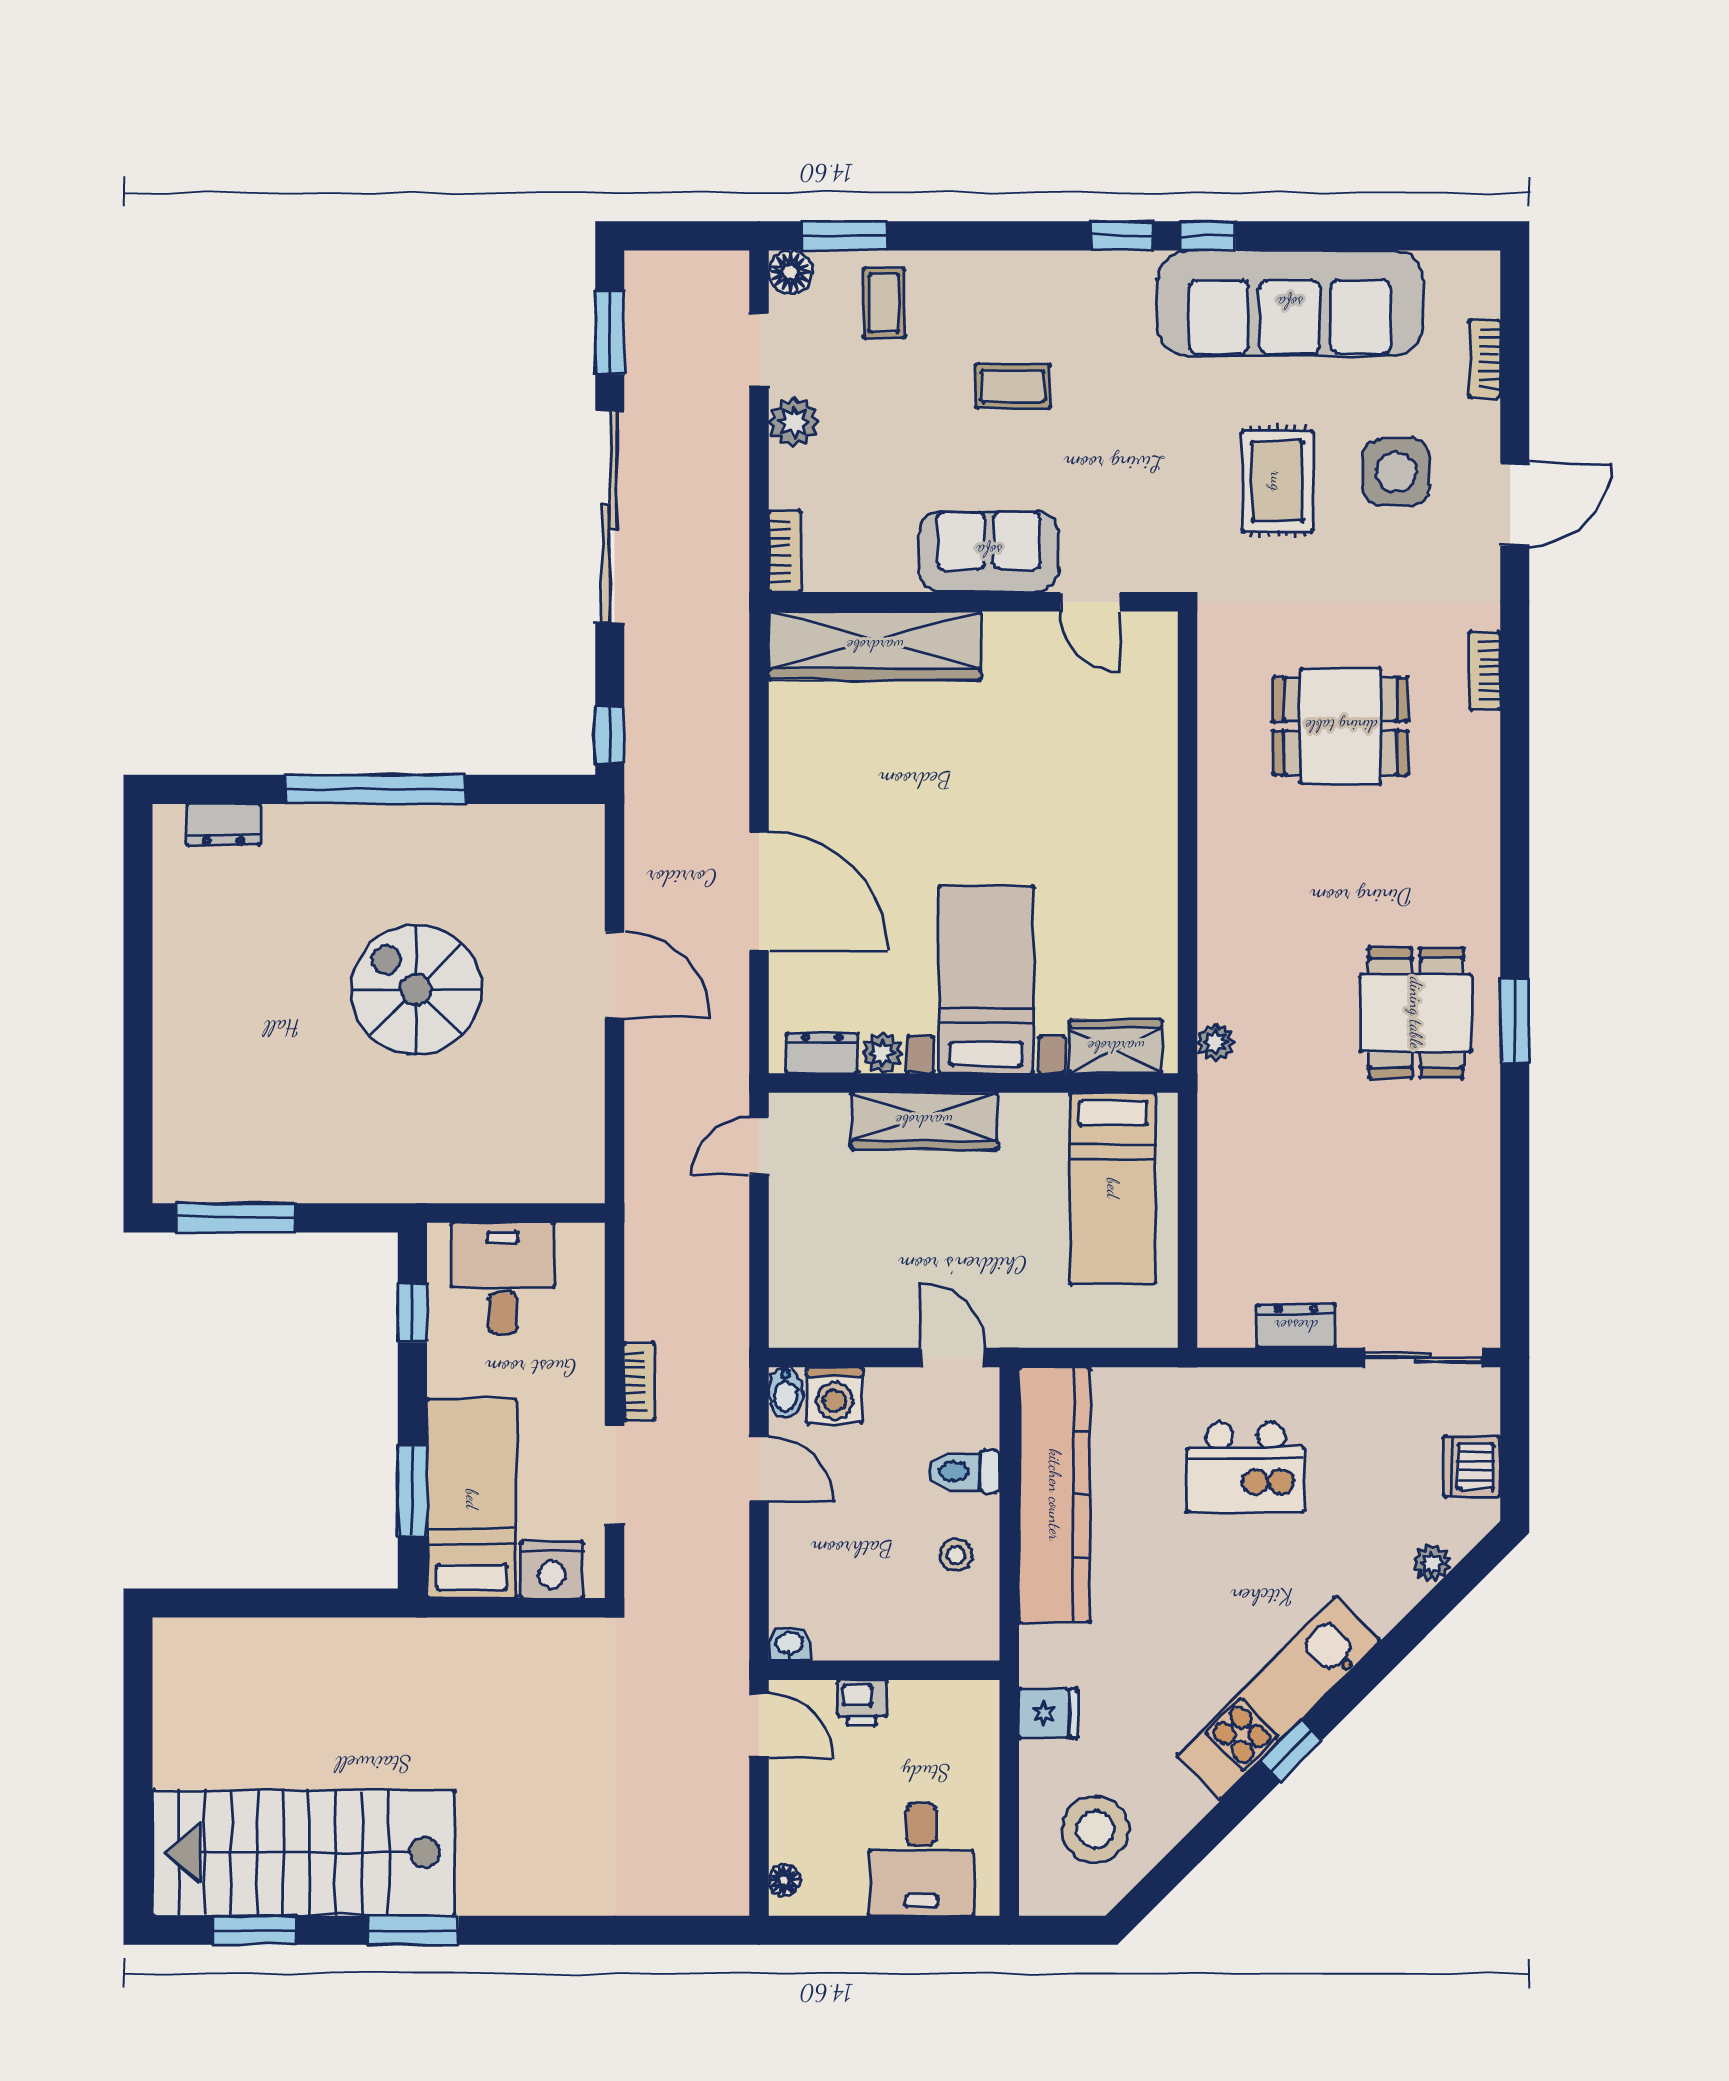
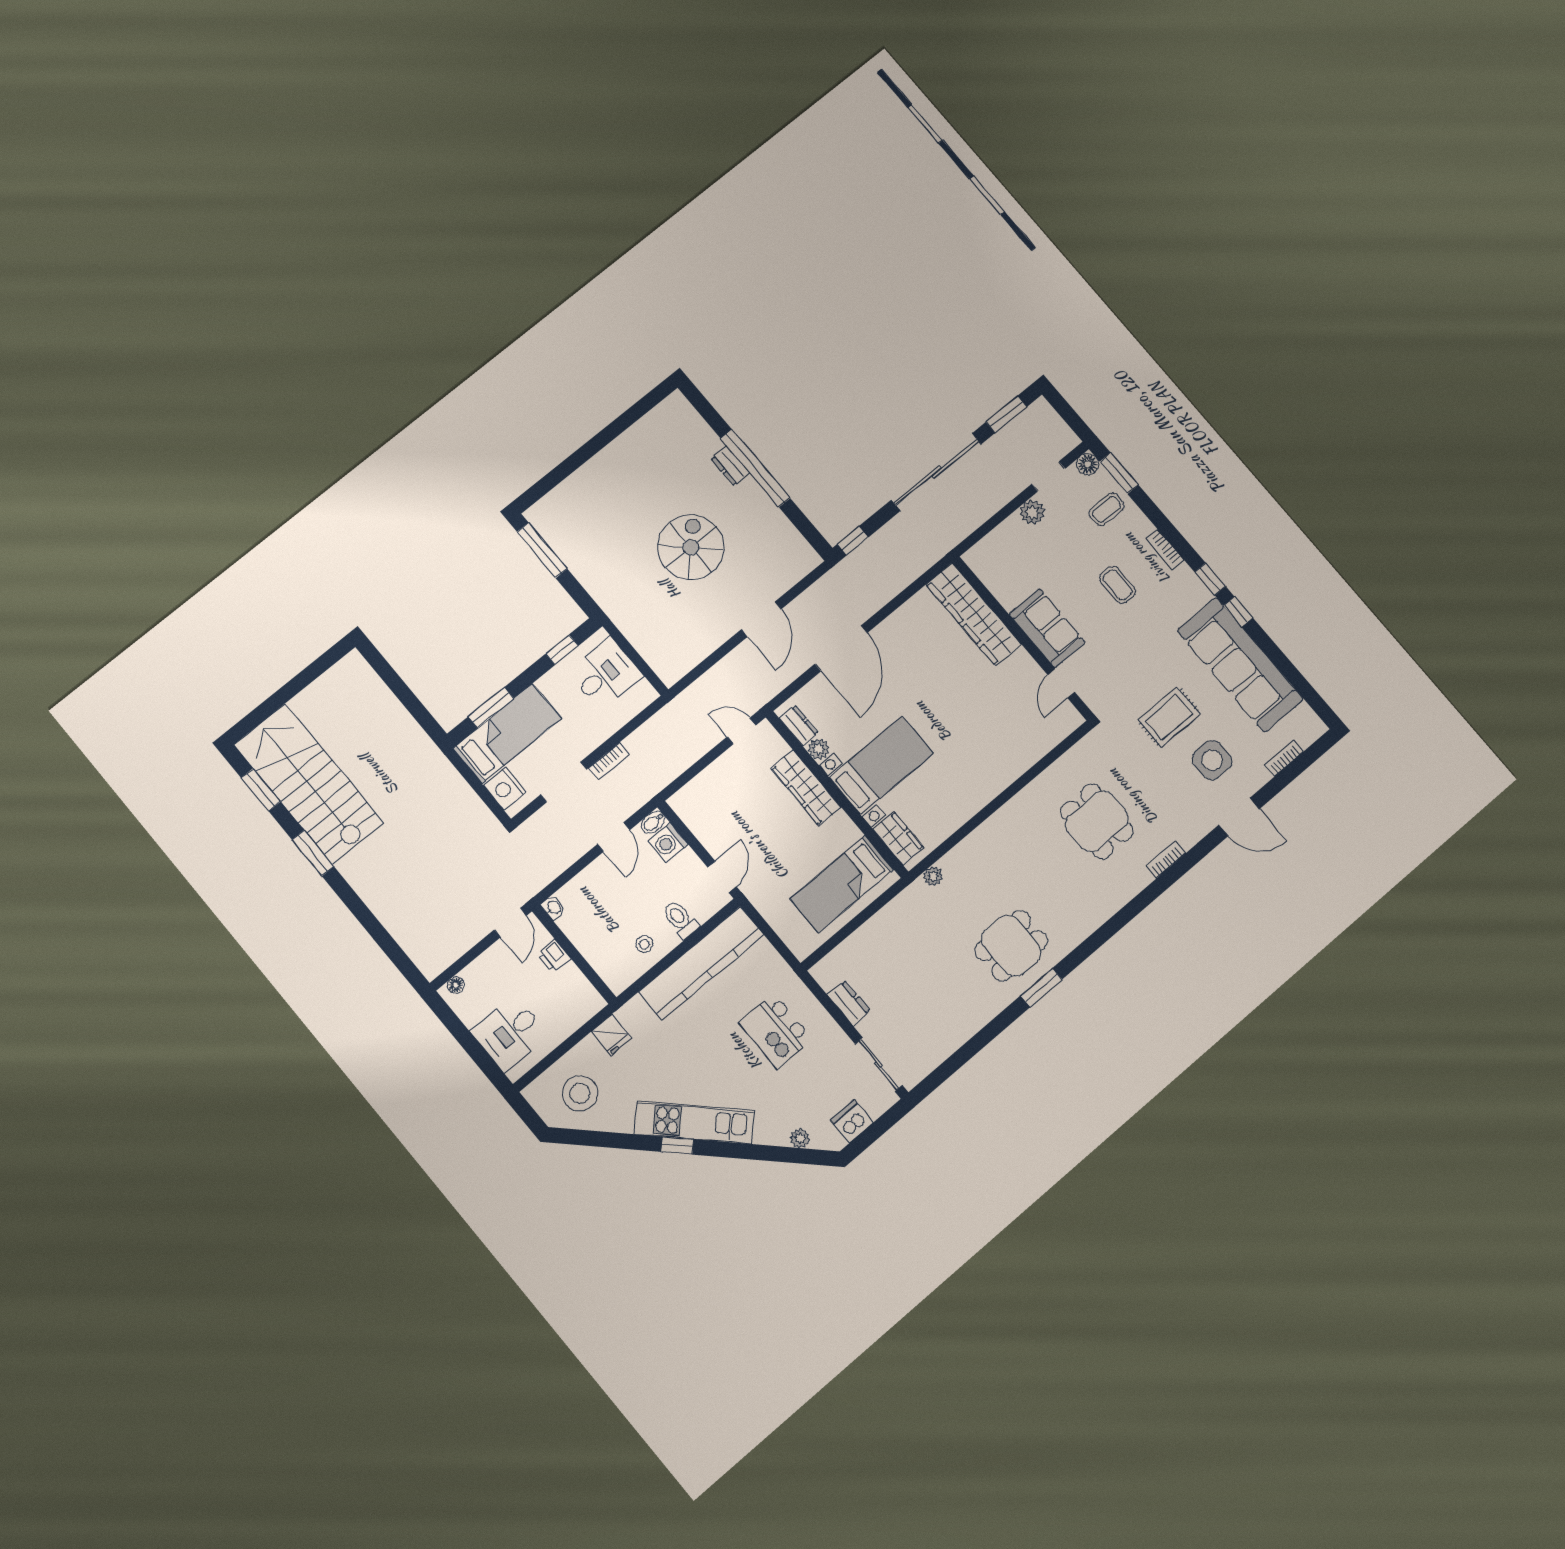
bookcase: (785, 551) -> (1165, 549), moved, turned 90
dresser: (223, 825) -> (730, 466), moved

